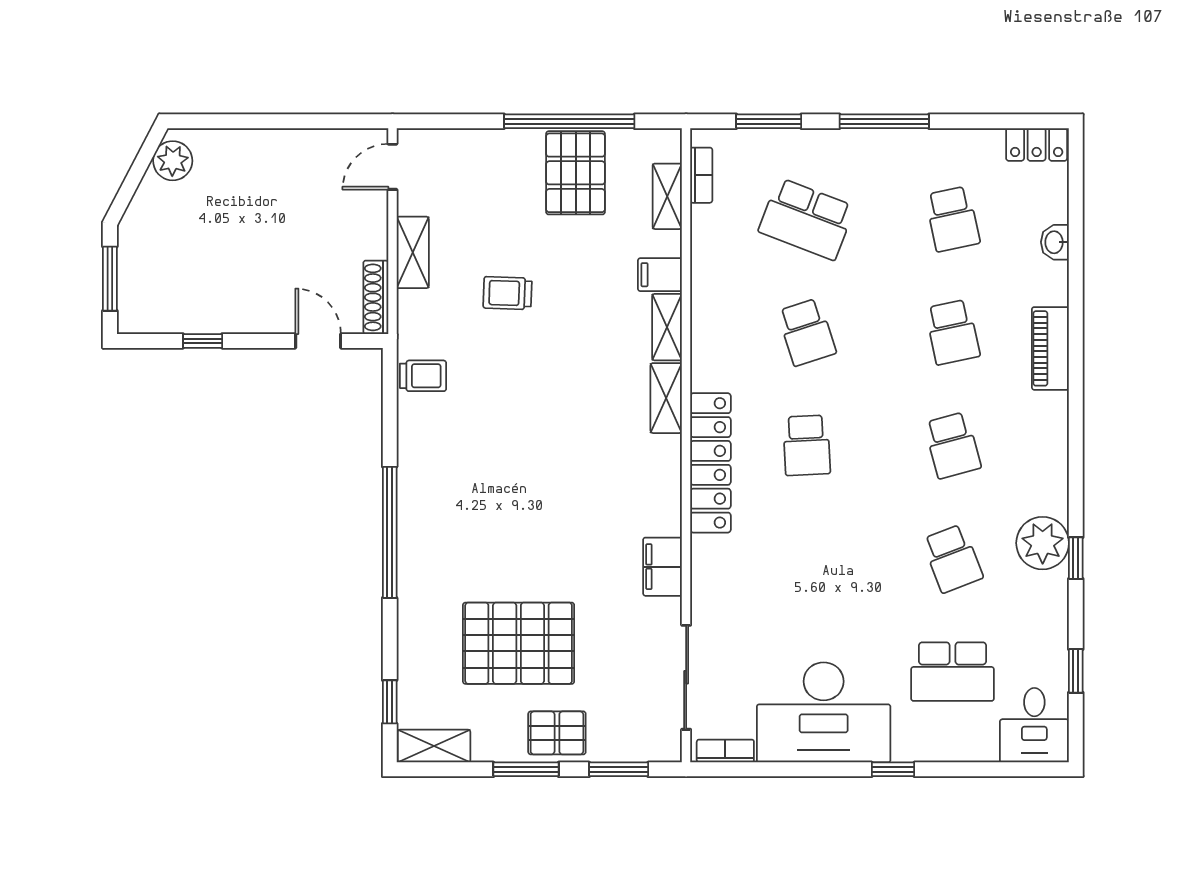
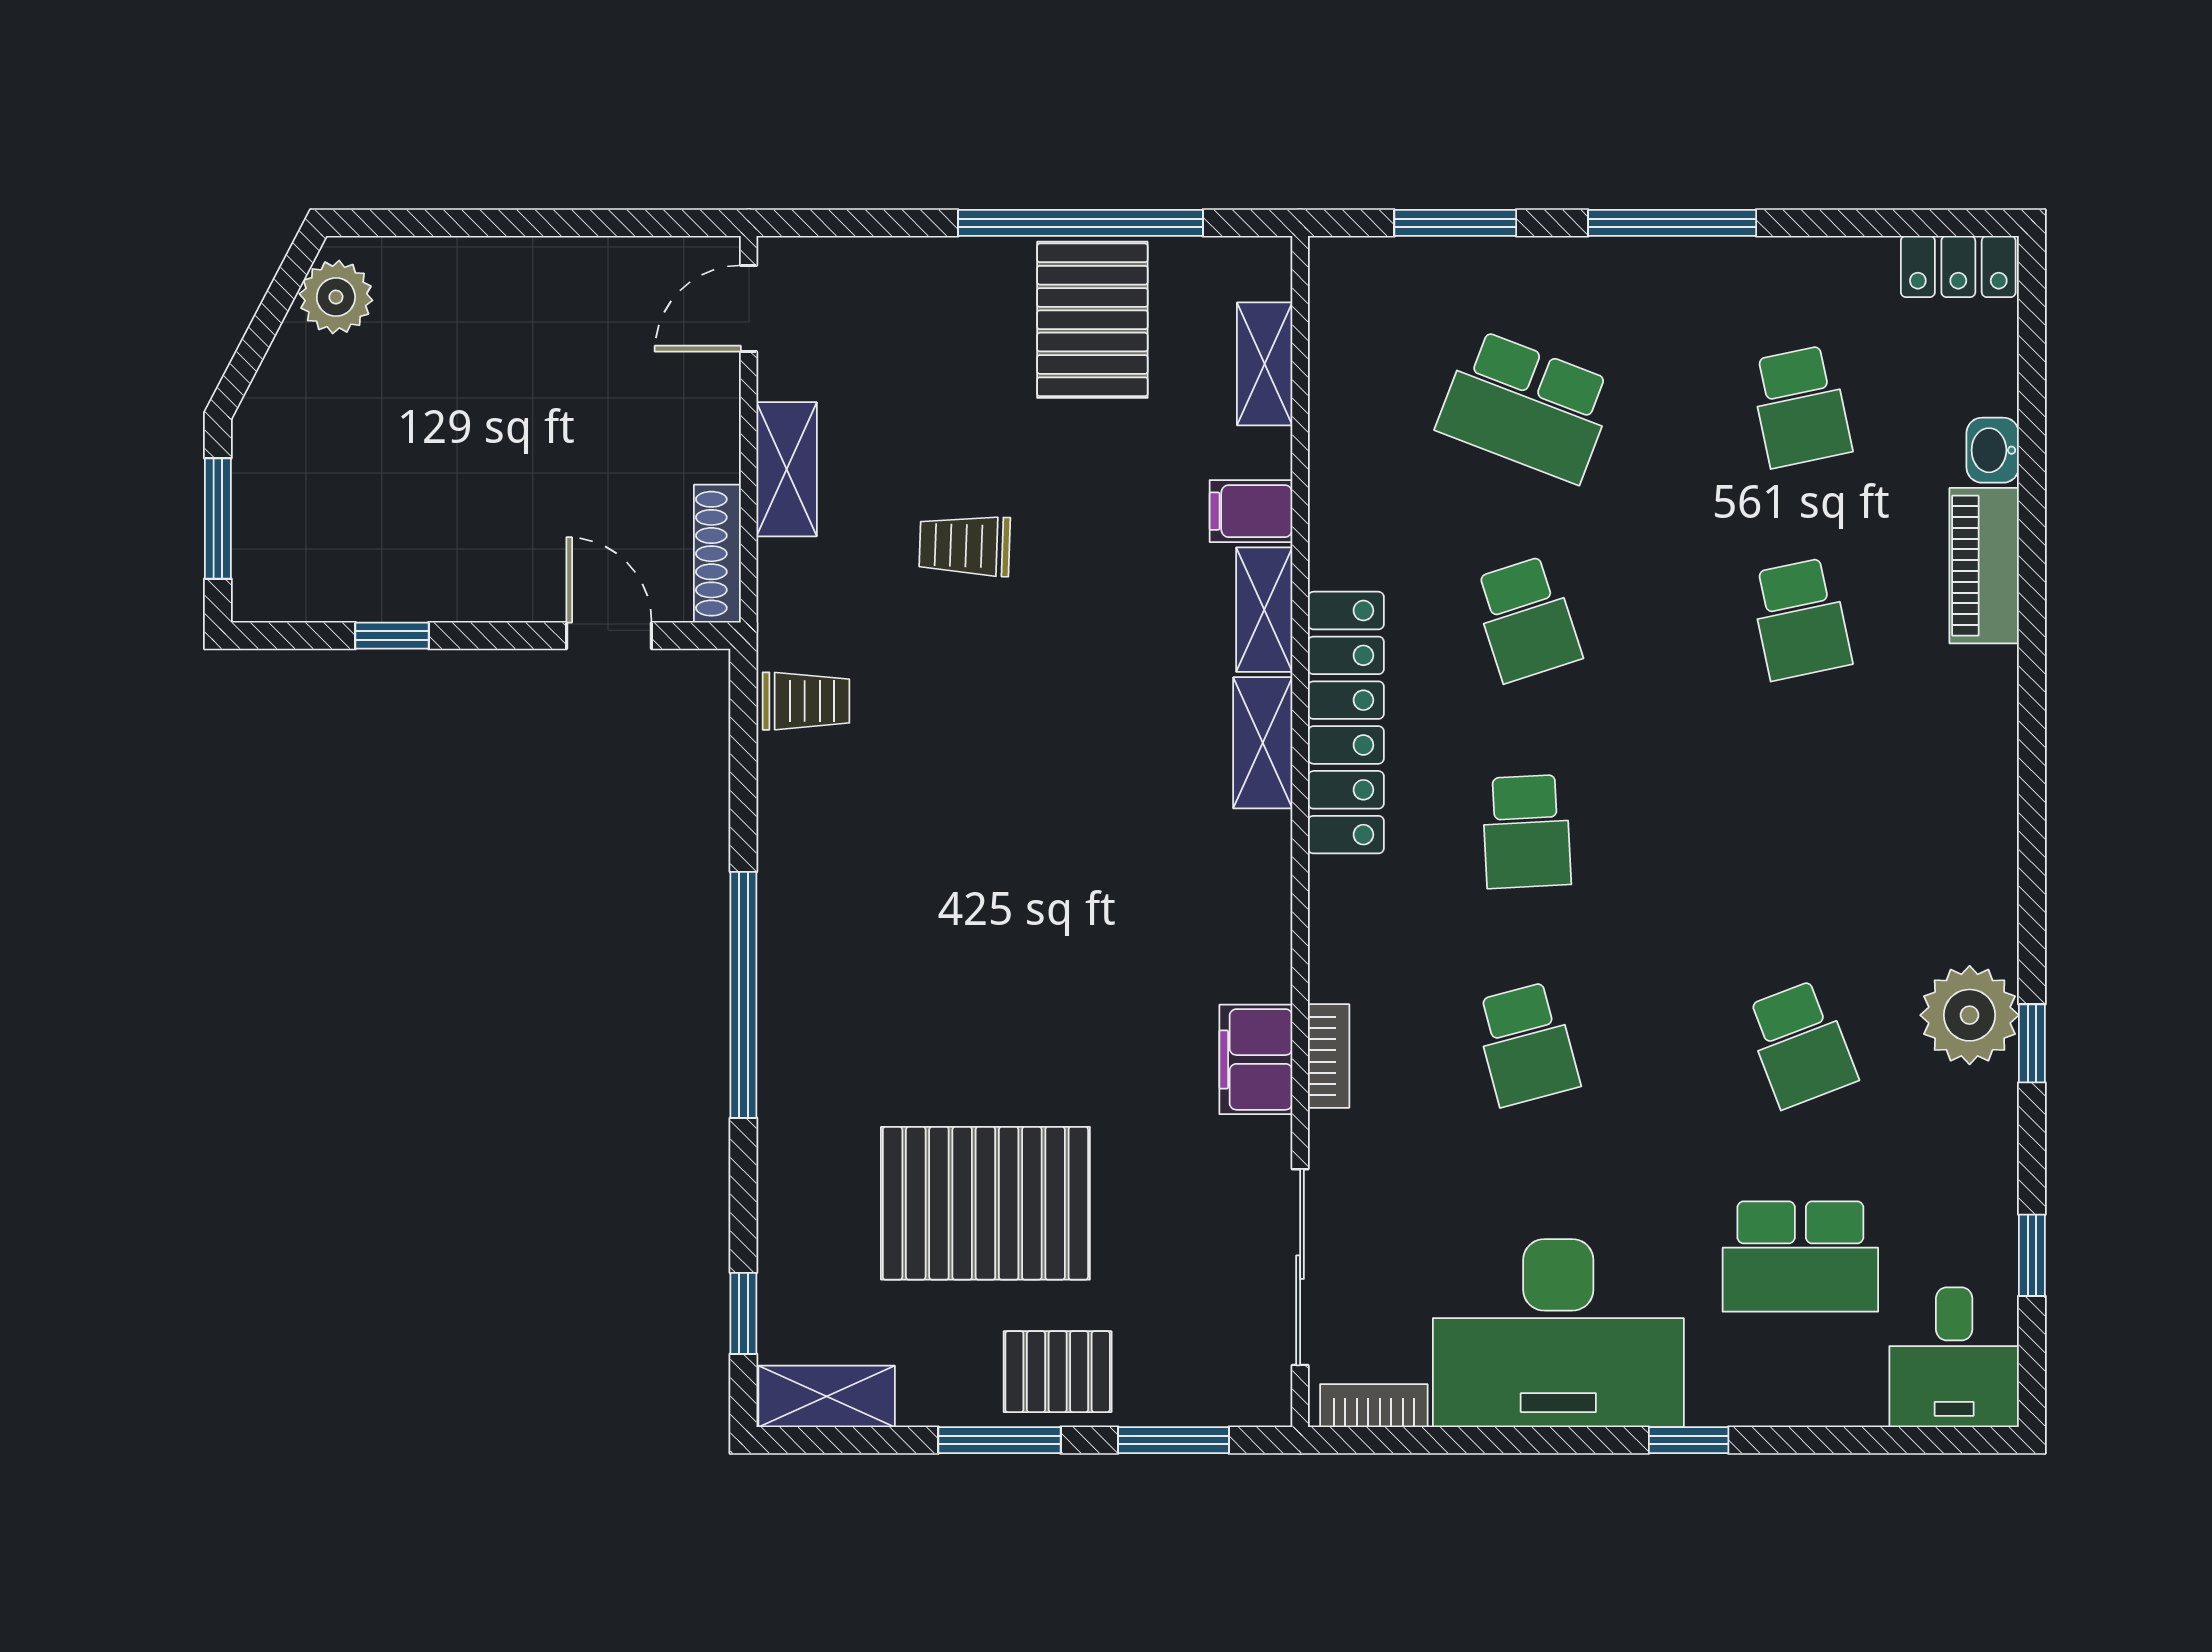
bookcase: (701, 175) -> (1329, 1056), moved
piano: (1050, 348) -> (1984, 566), moved
school desk: (952, 445) -> (1526, 1044), moved
locker: (710, 463) -> (1346, 723), moved

